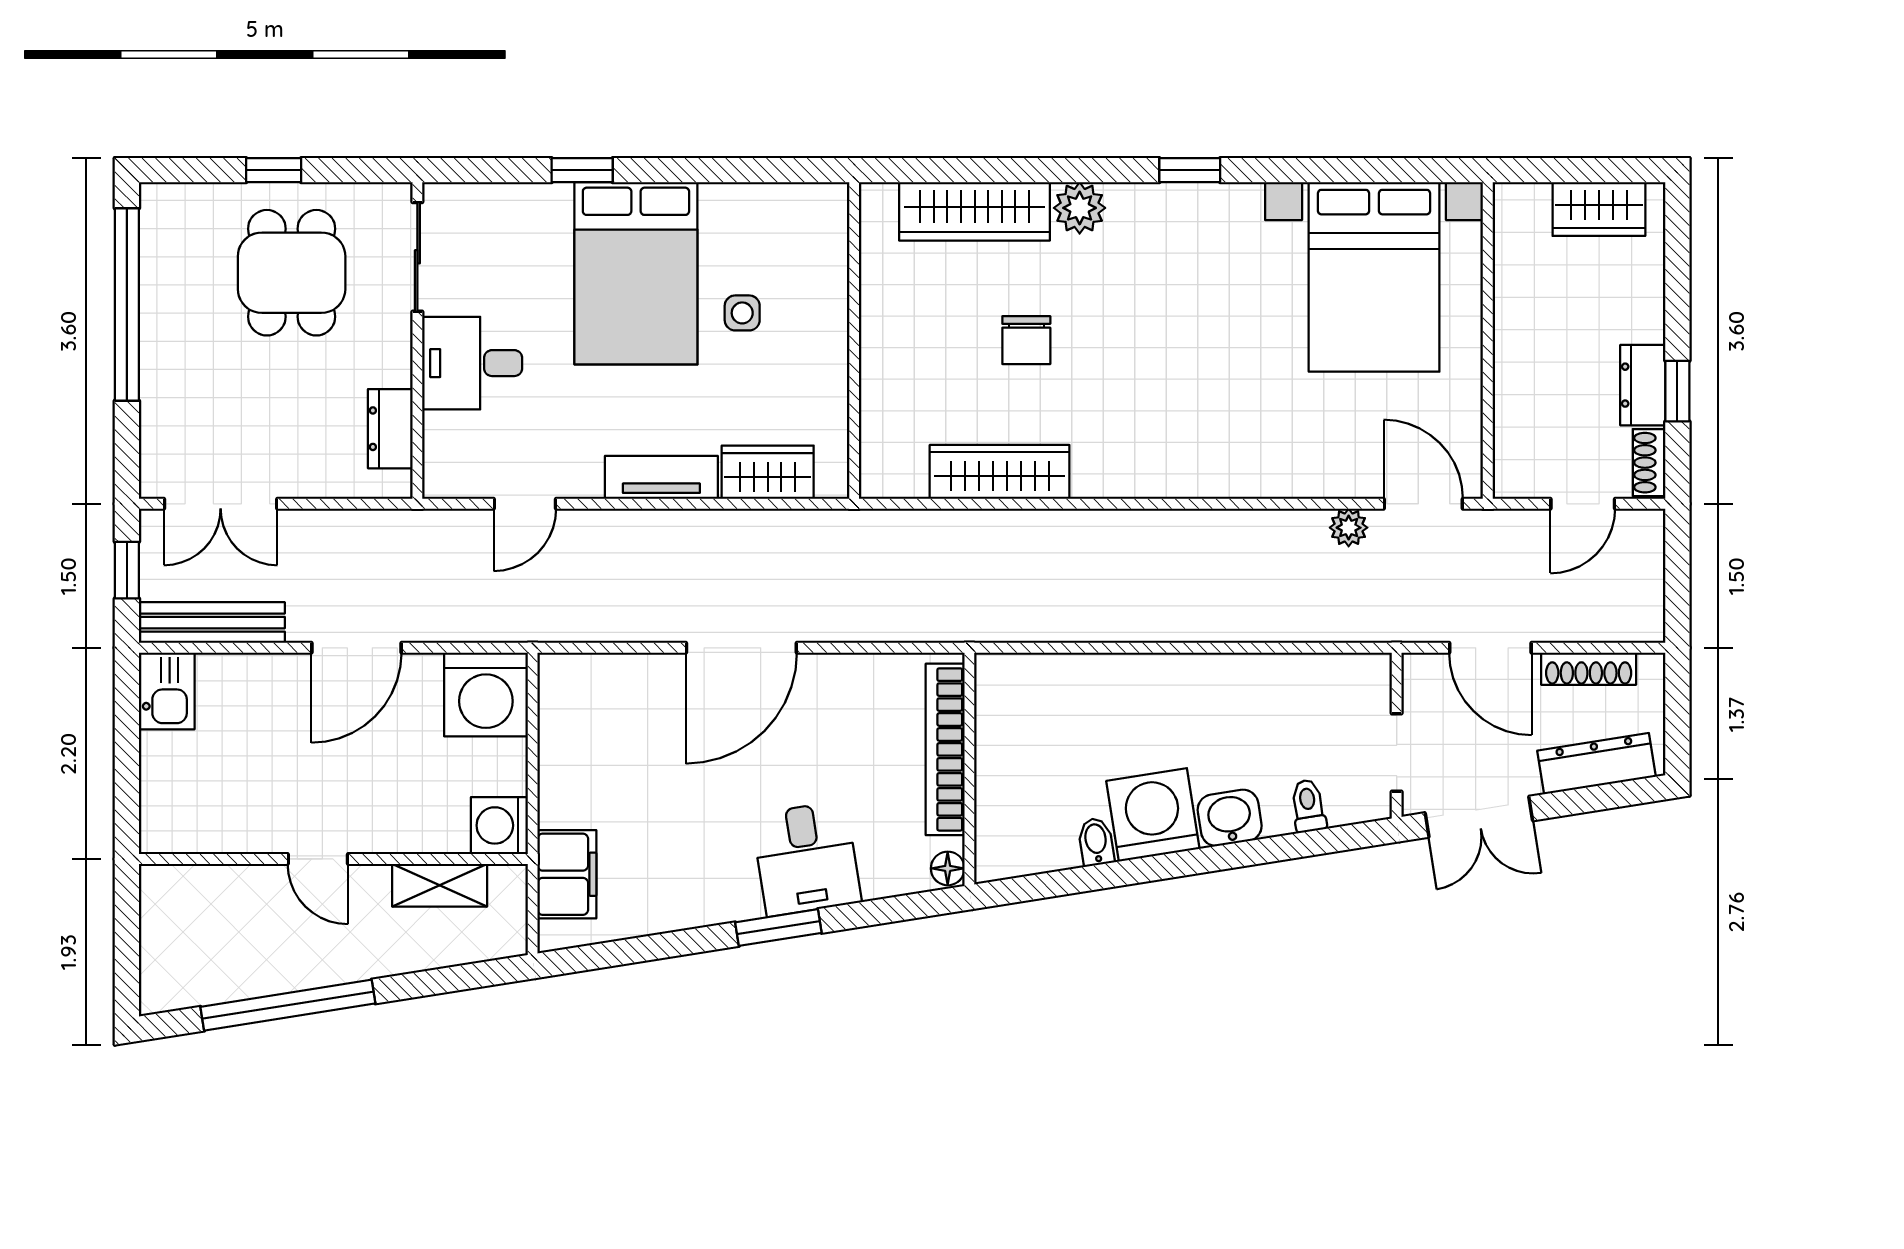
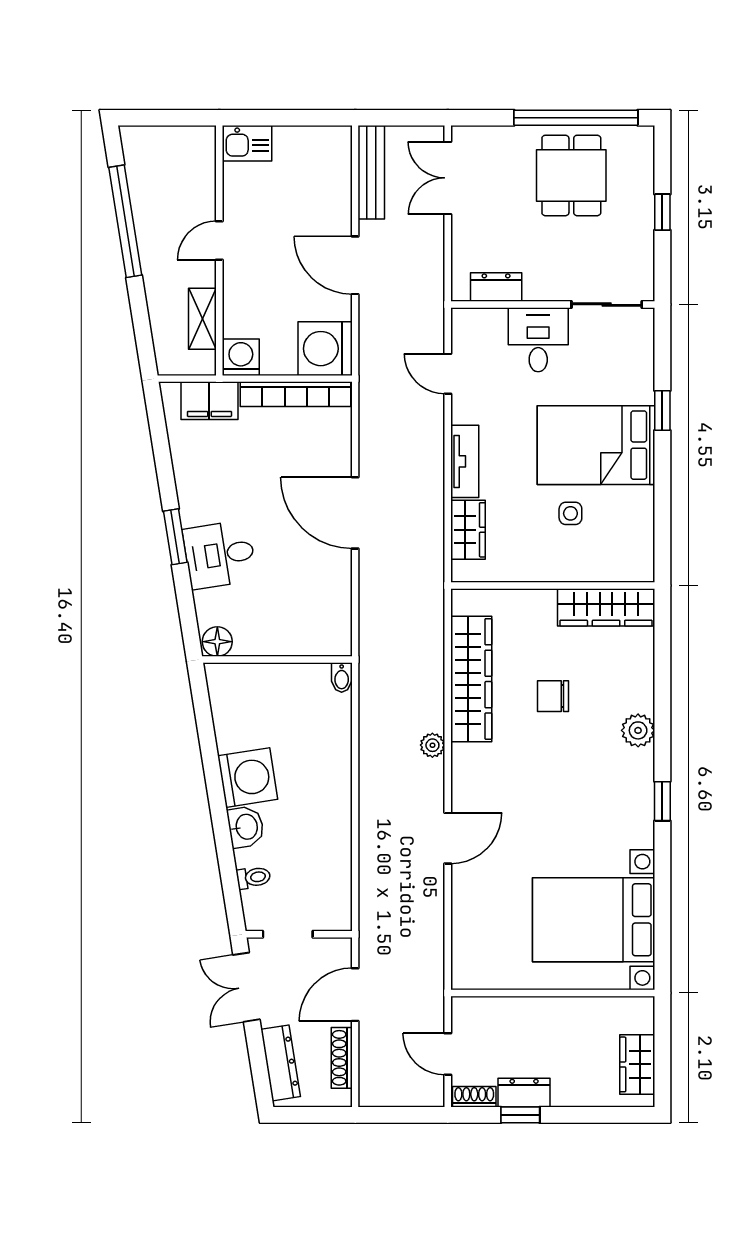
wardrobe: (975, 211) -> (606, 607), moved, turned -90
dining table: (292, 273) -> (571, 175), moved, turned 90
wardrobe: (1000, 472) -> (471, 679), width x1.40, depth x1.17
door: (1423, 504) -> (448, 838), moved
plant: (1349, 528) -> (432, 745), moved
window: (127, 570) -> (405, 118), removed
kitchen sink: (167, 691) -> (247, 143), moved
bookcase: (945, 749) -> (296, 394), moved, turned 180
bidet: (1096, 842) -> (342, 677), moved, turned 99
floor lamp: (948, 868) -> (217, 642), width x1.37, depth x1.37

